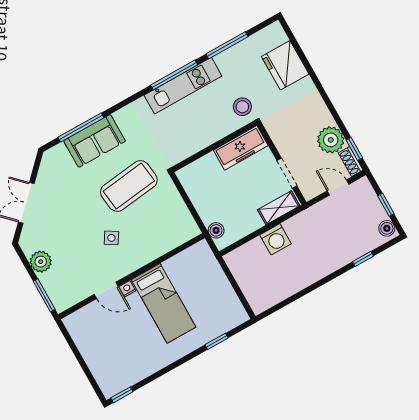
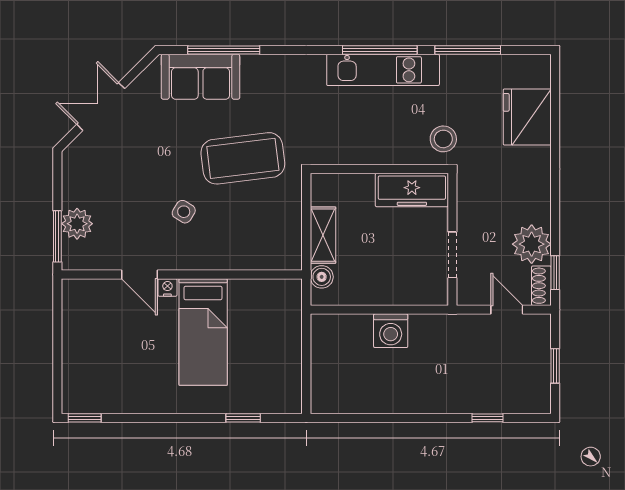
sofa: (95, 141) -> (201, 77), moved
shelving: (279, 208) -> (323, 235), moved, turned 90
boiler: (387, 228) -> (540, 396), removed
plant: (41, 262) -> (77, 224), moved

